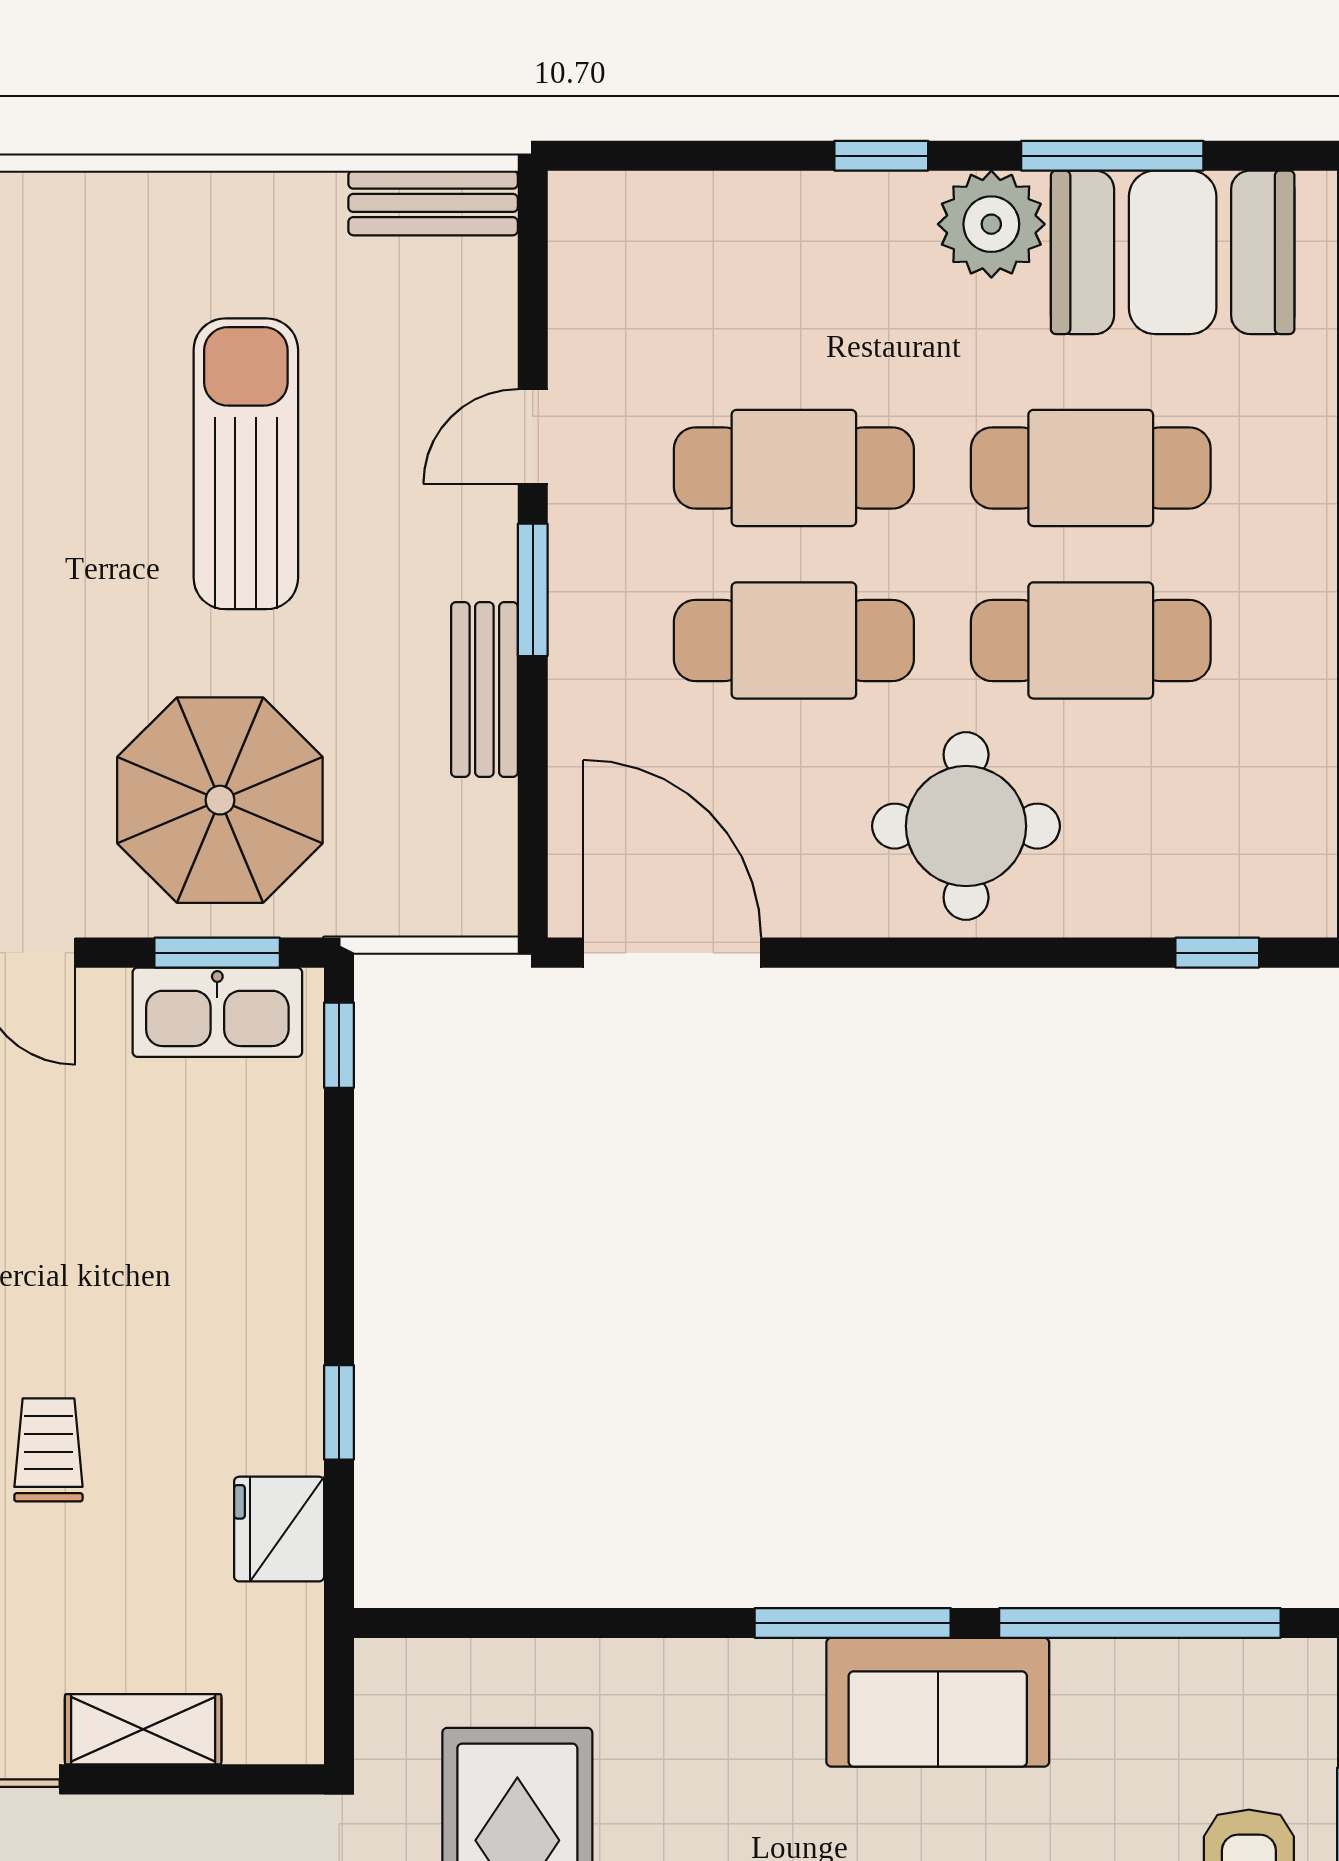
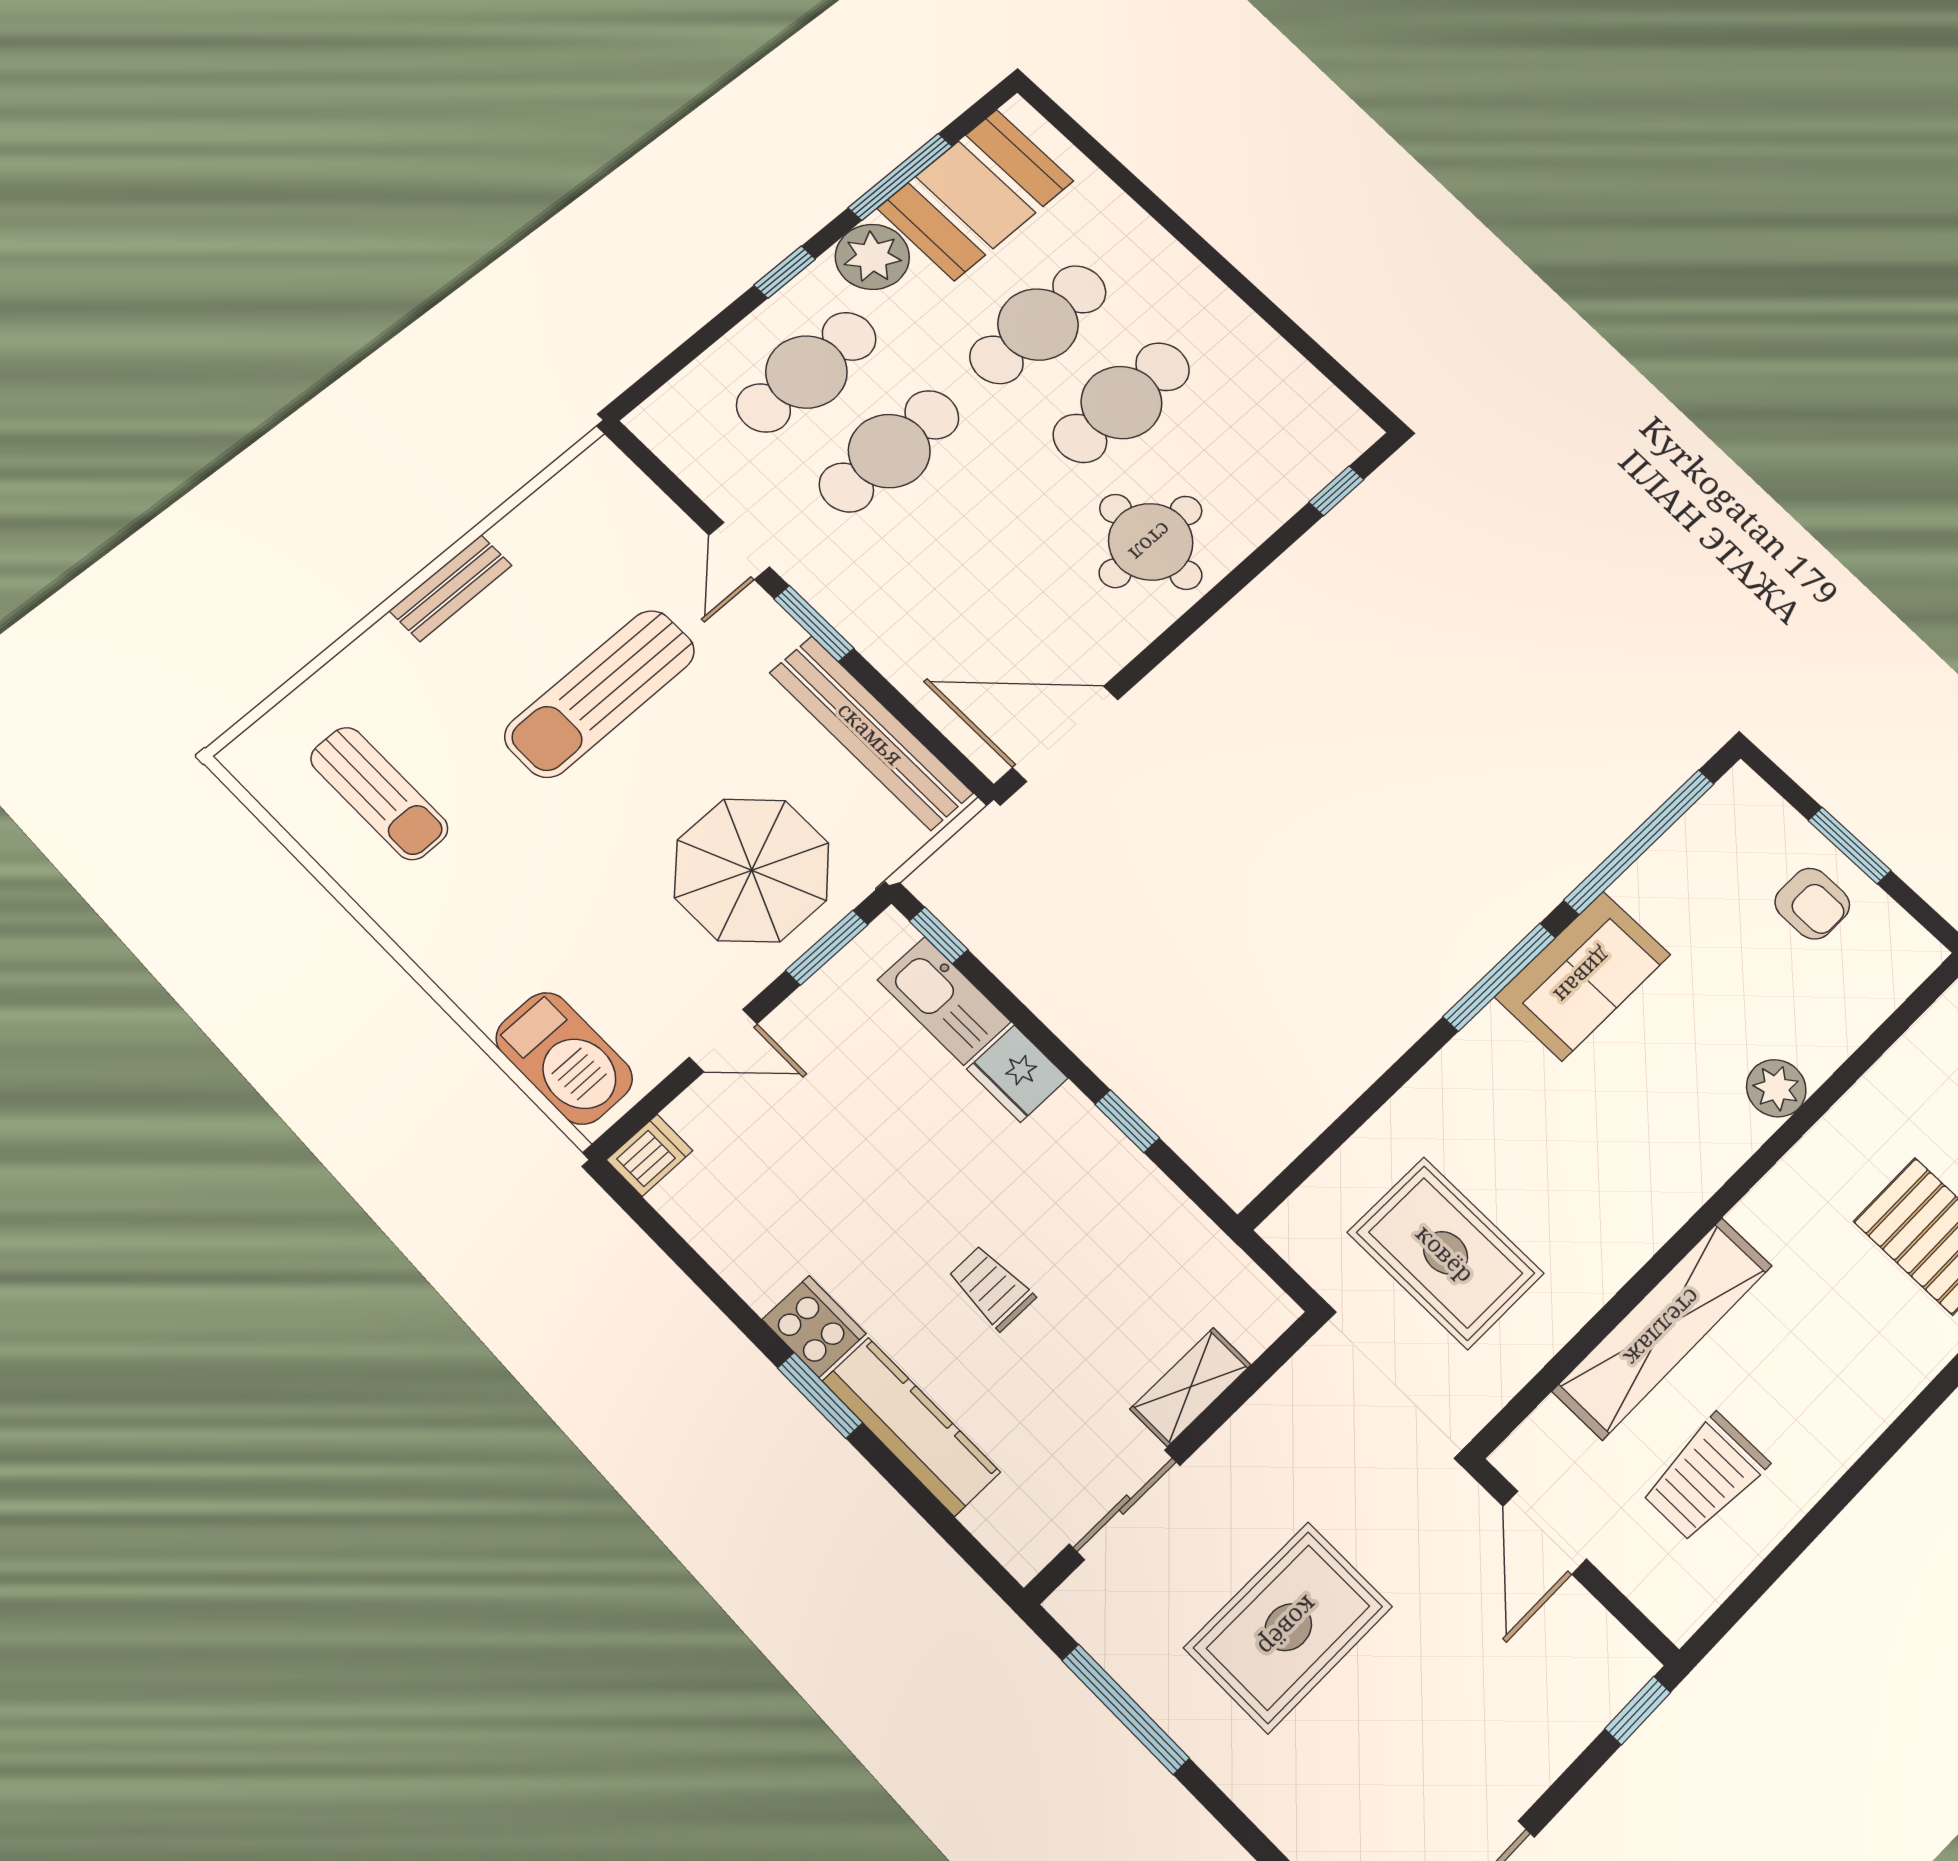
bench: (433, 203) -> (451, 588), moved
sun lounger: (246, 464) -> (600, 694), turned -90
cafe table: (794, 640) -> (806, 372), moved
bench: (484, 690) -> (871, 733), width x1.86, depth x1.21
kitchen sink: (217, 1012) -> (944, 1001), moved, turned 90
fridge: (279, 1529) -> (1017, 1074), moved

